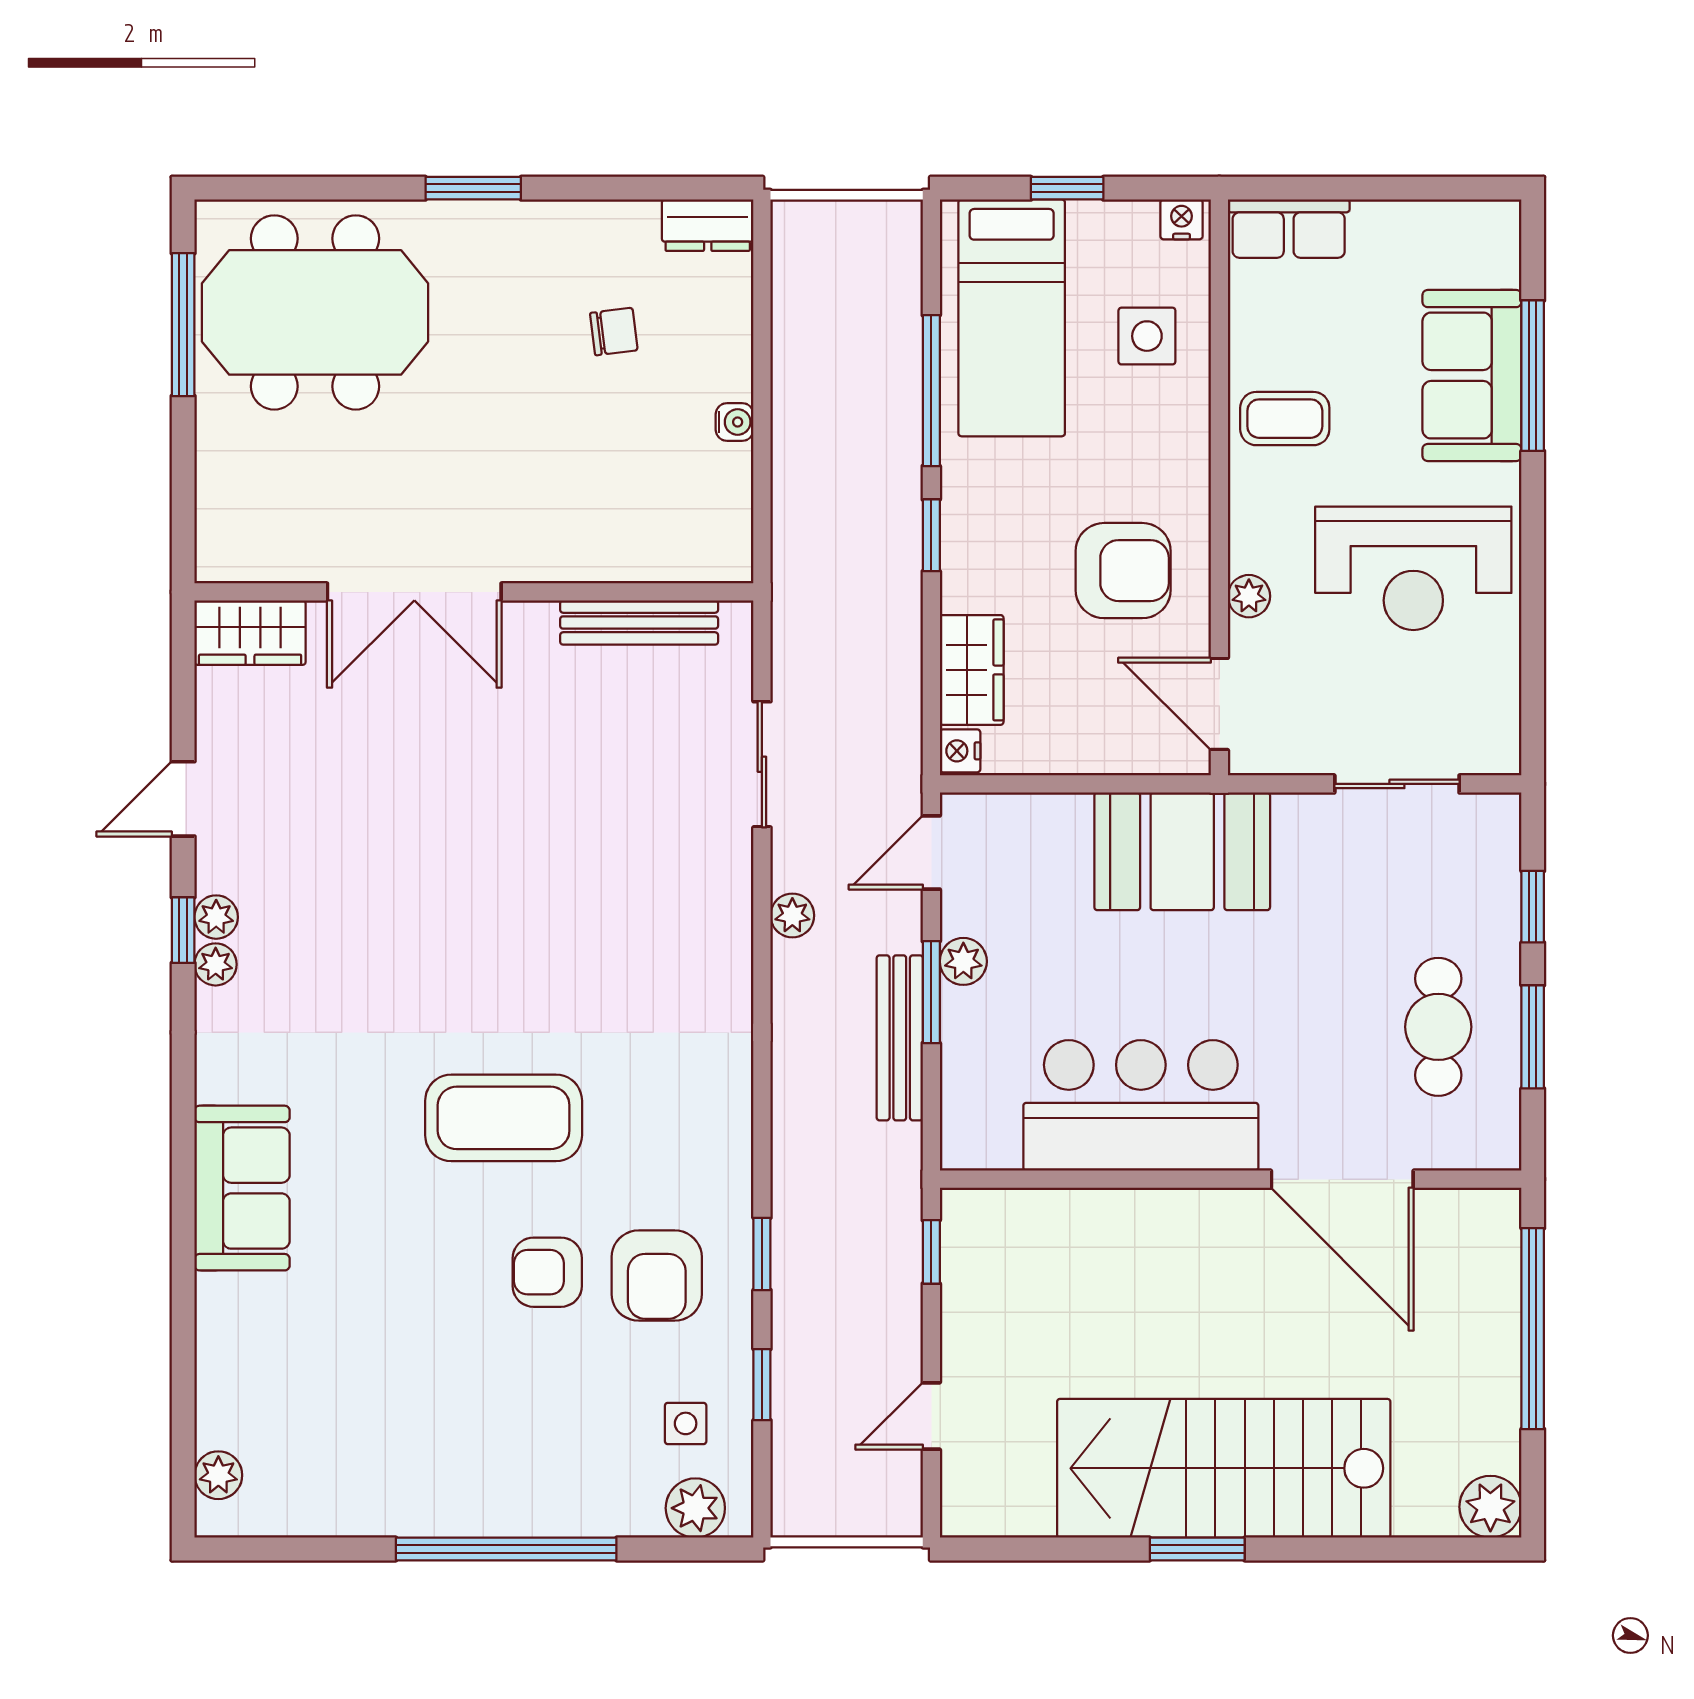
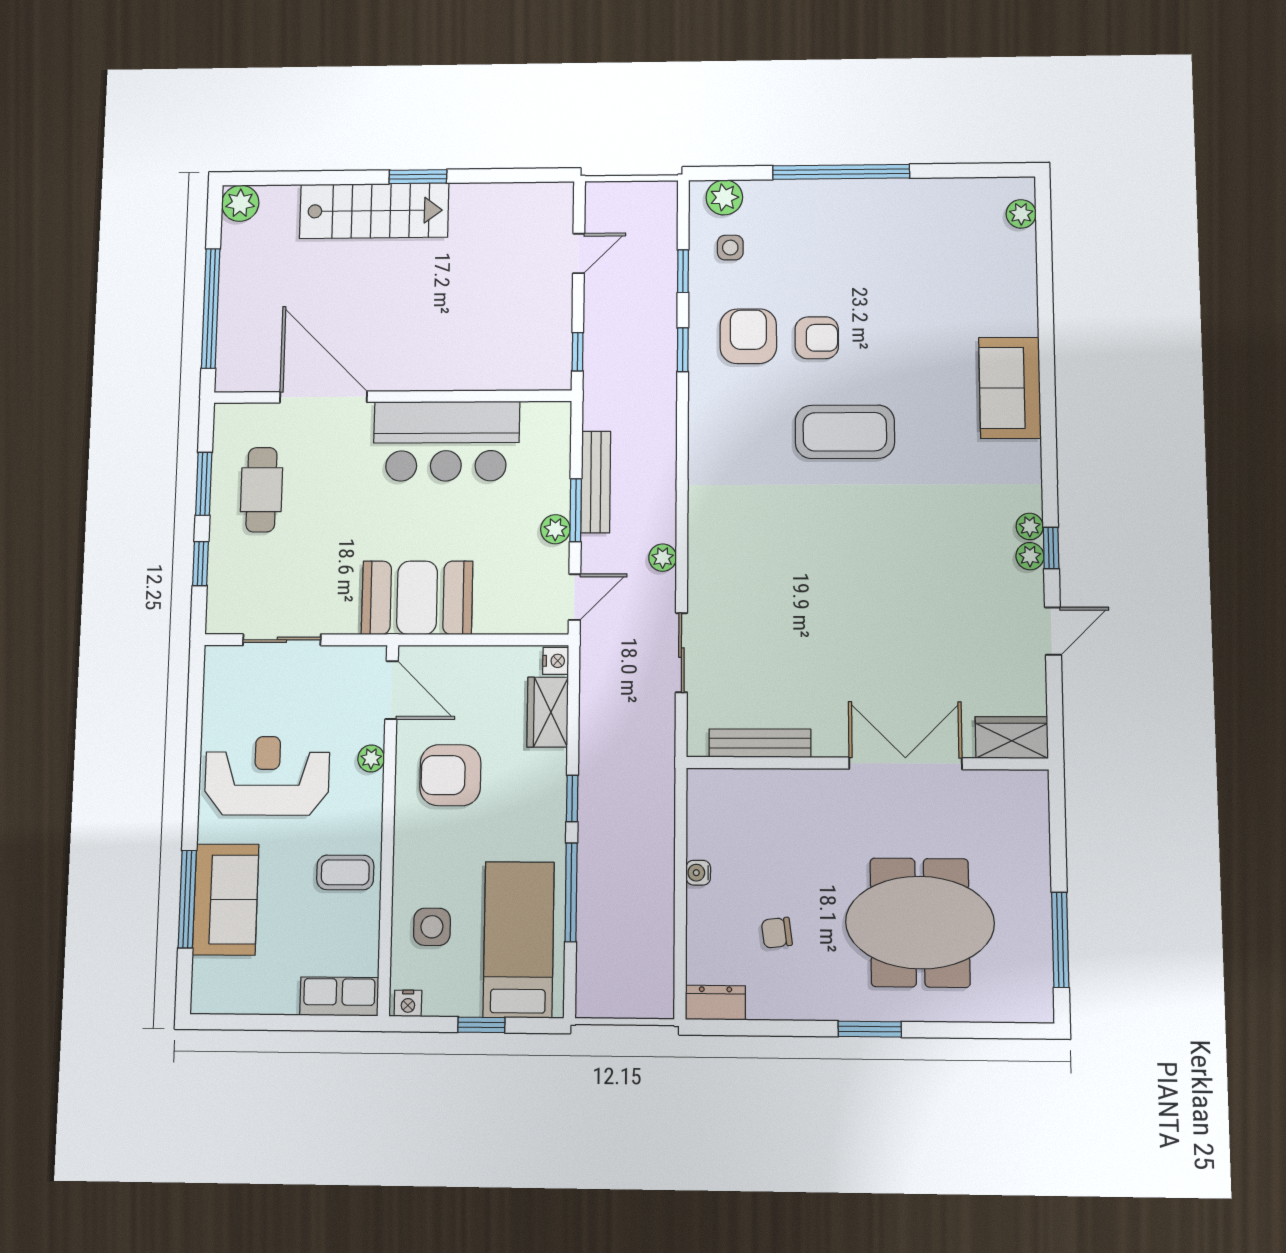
meeting table: (315, 312) -> (920, 923), moved
stairs: (1224, 1468) -> (374, 211), width x0.73, depth x0.66

